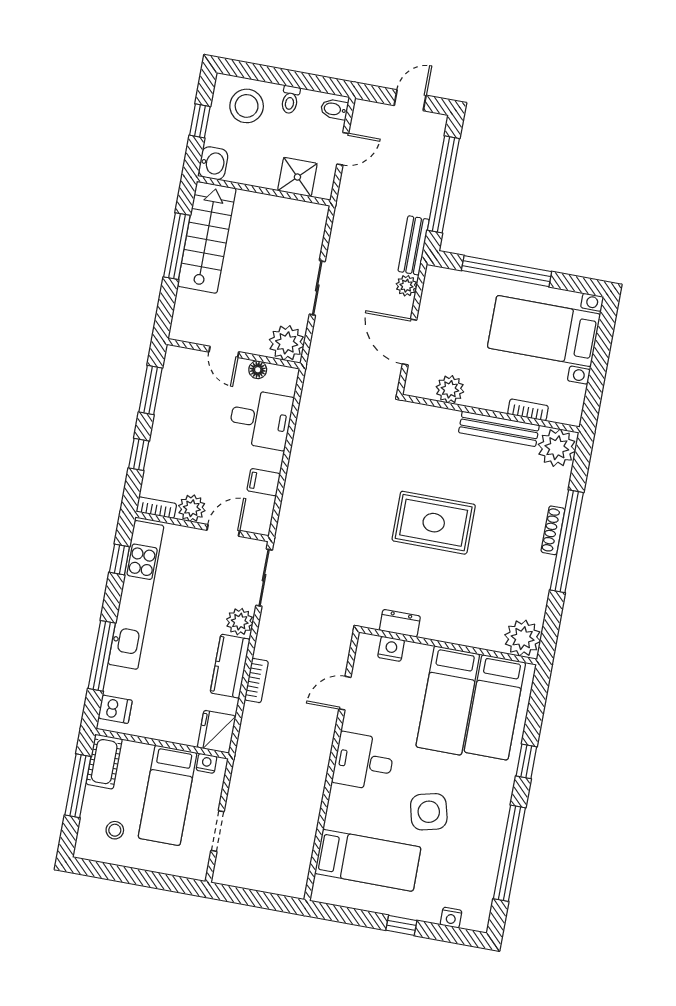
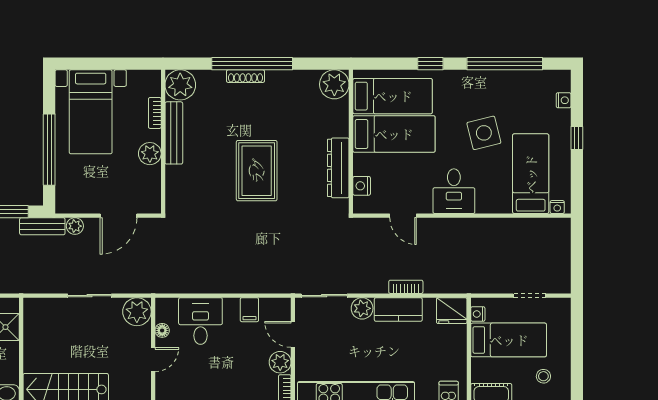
plant: (450, 389) -> (150, 154), moved
dresser: (400, 623) -> (338, 168), width x1.96, depth x1.24
nightstand: (321, 885) -> (557, 207), added

